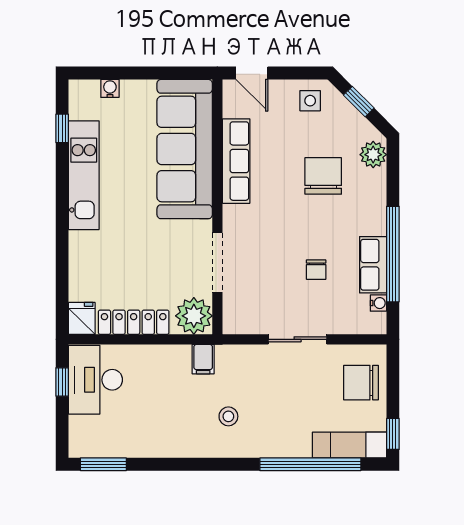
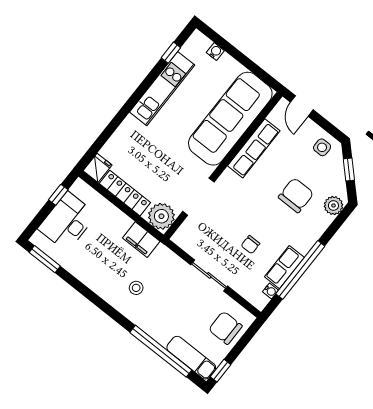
filing cabinet: (203, 359) -> (141, 240), width x2.00
desk: (95, 380) -> (67, 222), moved

